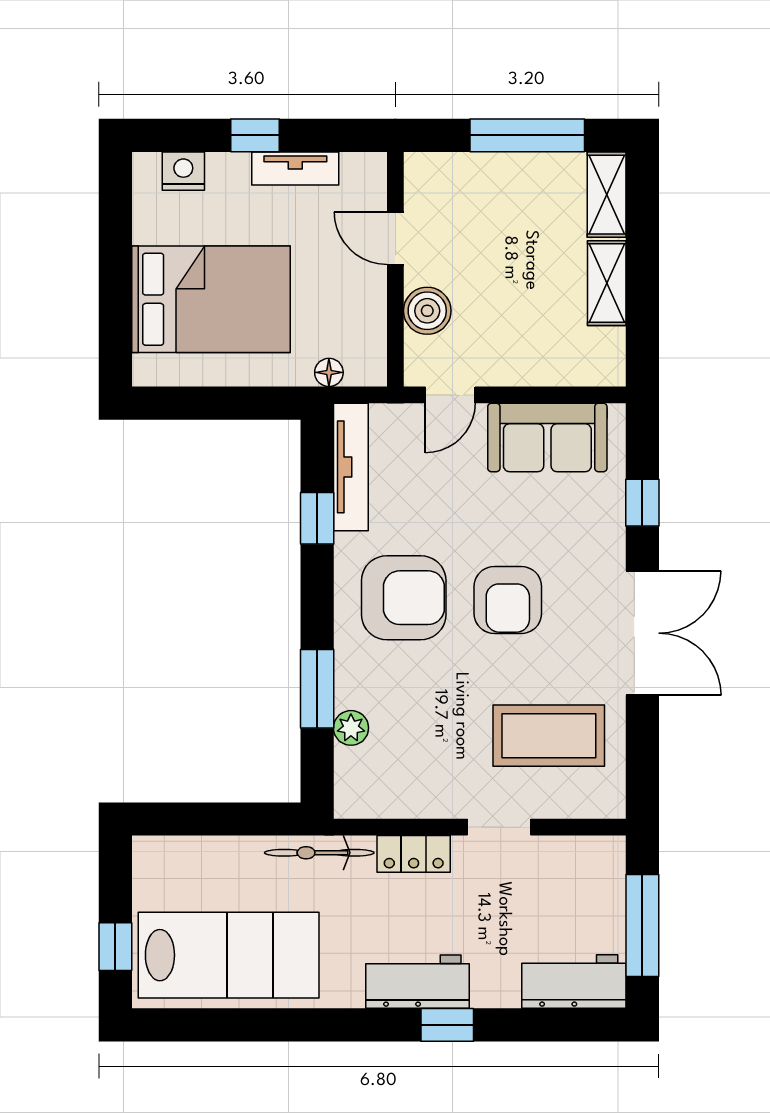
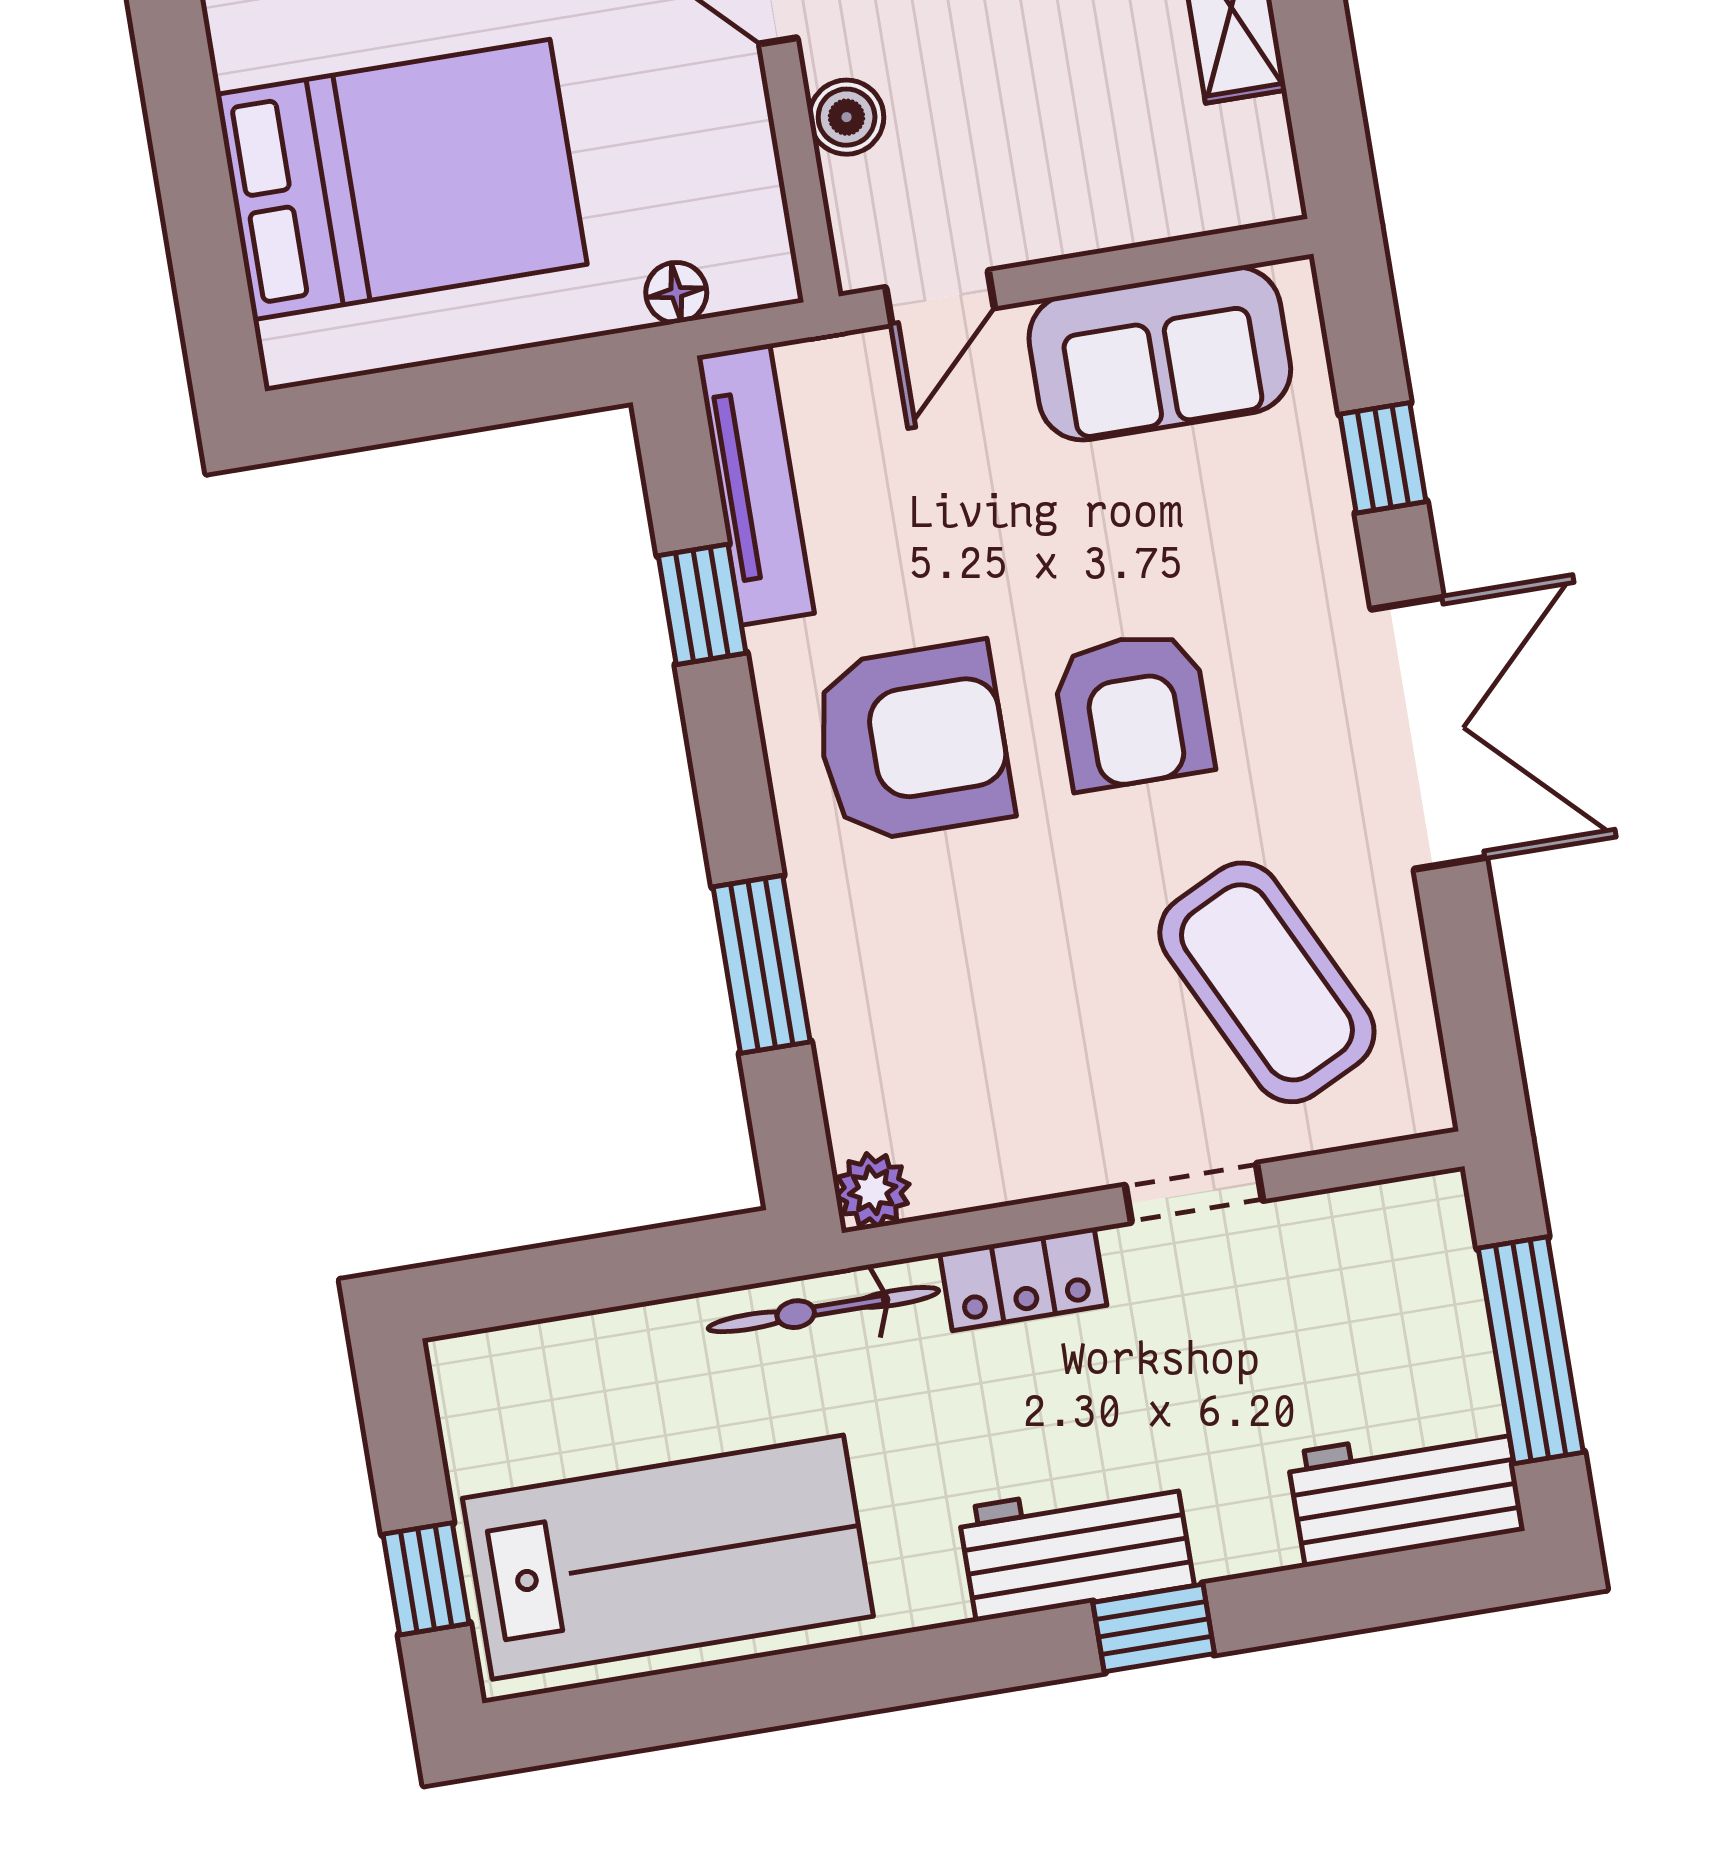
boiler: (427, 311) -> (847, 117), width x0.73, depth x0.73
plant: (351, 728) -> (873, 1190), moved
coffee table: (549, 736) -> (1267, 982), turned 64

